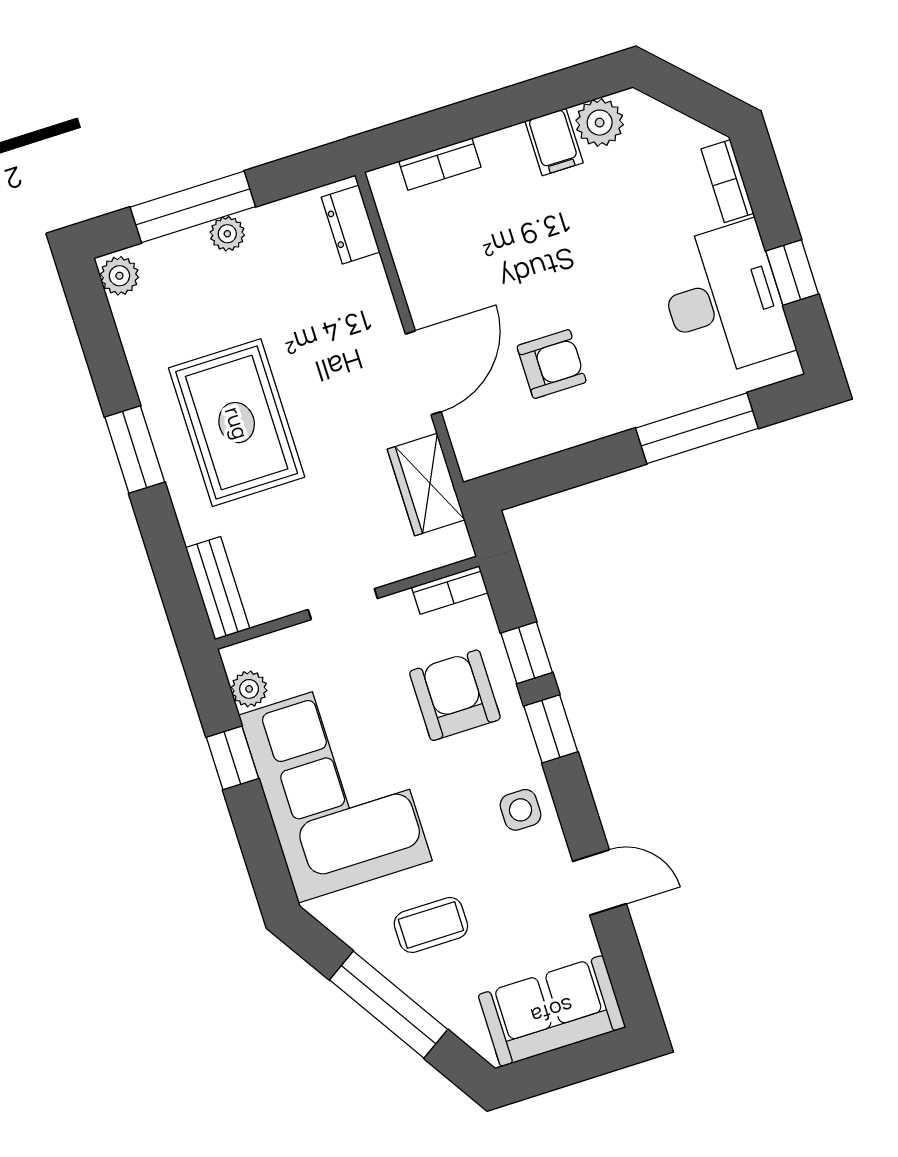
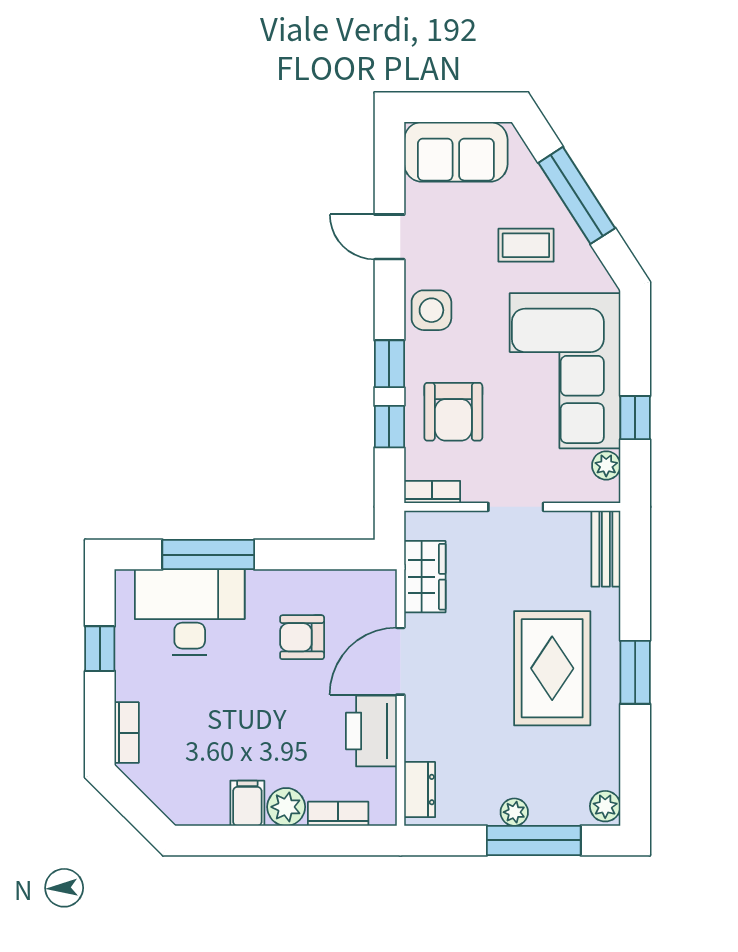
plant: (600, 123) -> (286, 807), moved
printer: (432, 277) -> (371, 731), added
desk: (724, 300) -> (190, 612), moved, turned 90
side table: (520, 810) -> (431, 310), width x1.37, depth x1.37

